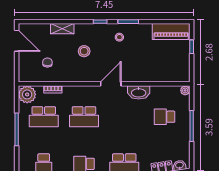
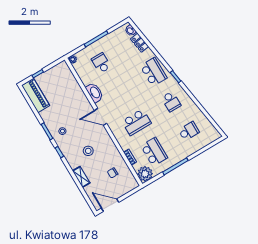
door: (17, 41) -> (110, 205), hinge flipped
school desk: (84, 117) -> (136, 122), turned 90
school desk: (165, 117) -> (101, 63), turned 180

